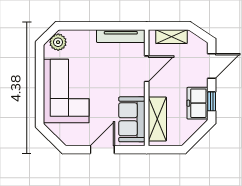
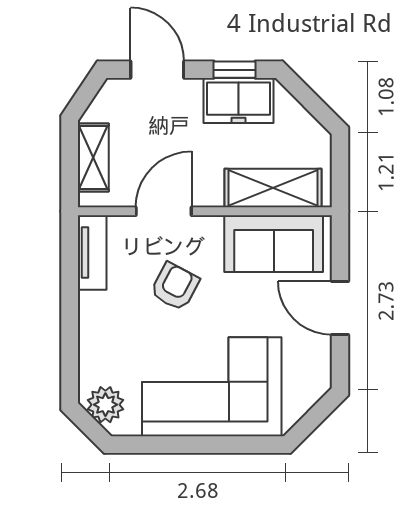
tv unit: (121, 36) -> (92, 252), width x0.71
door: (147, 69) -> (164, 211), hinge flipped
armchair: (112, 74) -> (175, 287), added

